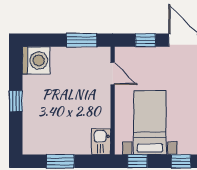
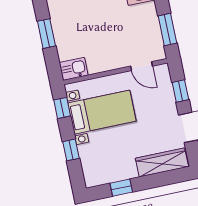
door: (113, 74) -> (142, 66), hinge flipped

